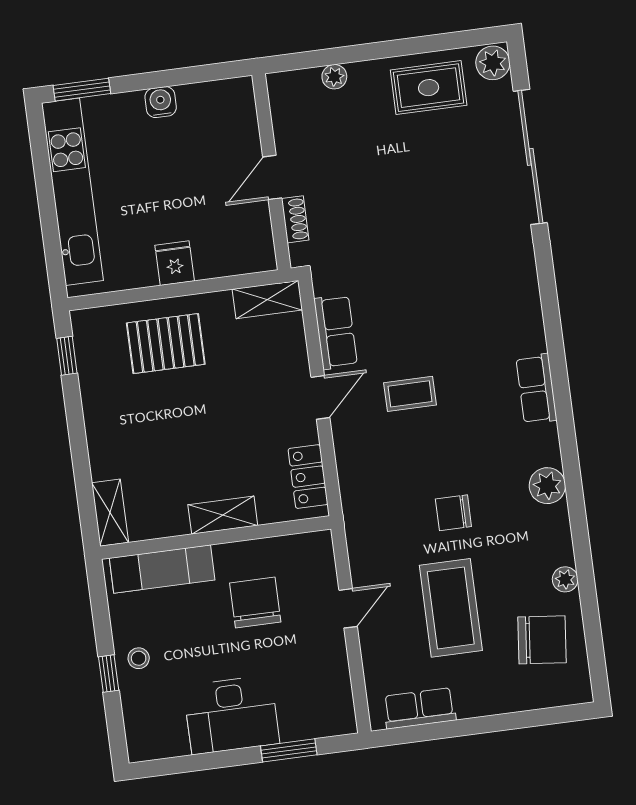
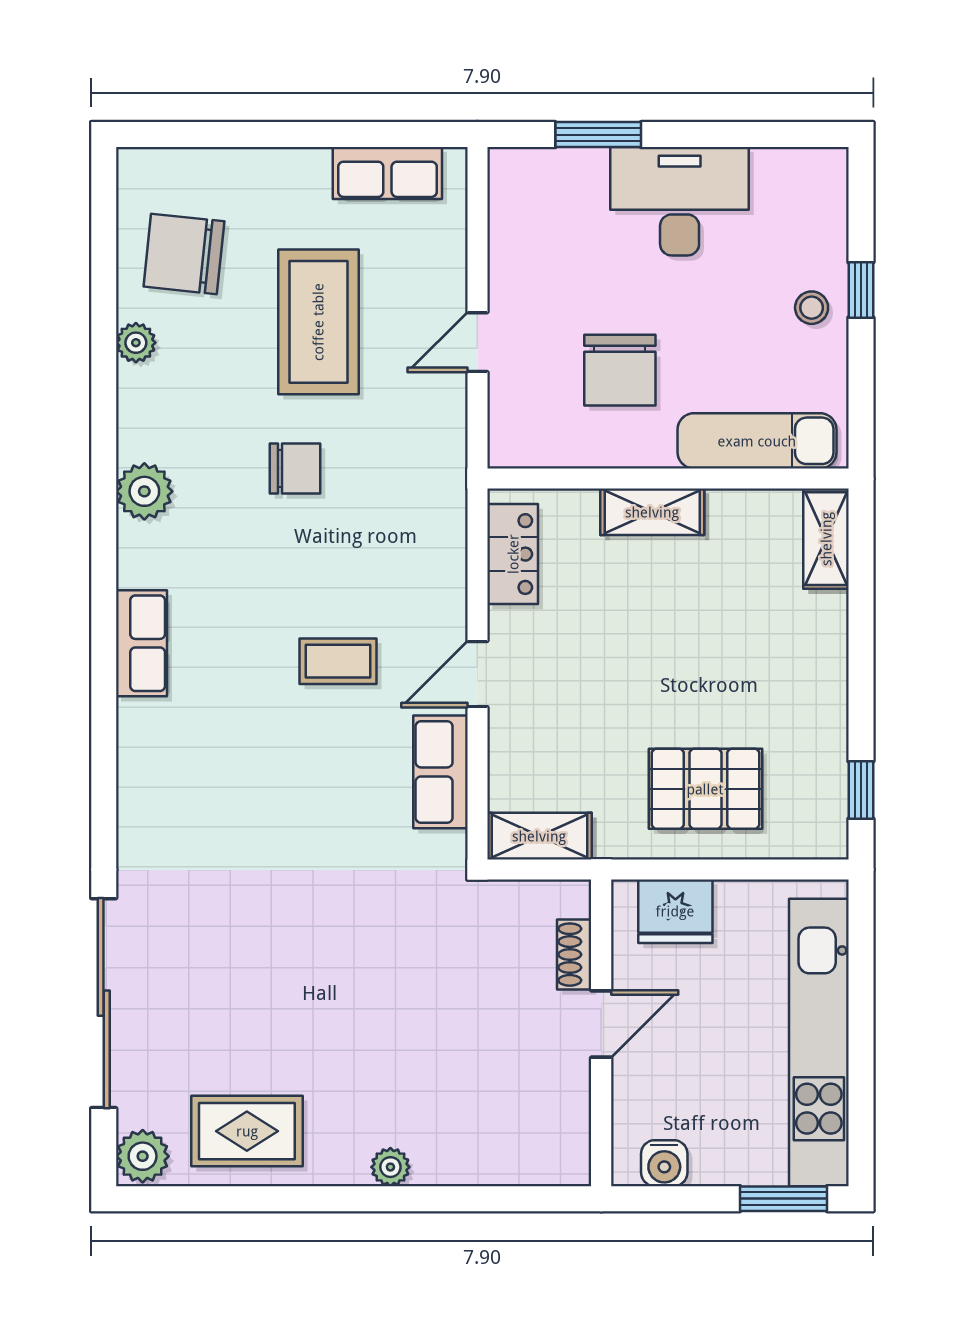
wall: (271, 172) -> (601, 1033), moved
door: (272, 177) -> (601, 1024), moved
shoe rack: (295, 219) -> (574, 955), moved
fridge: (175, 263) -> (675, 911), width x1.38

